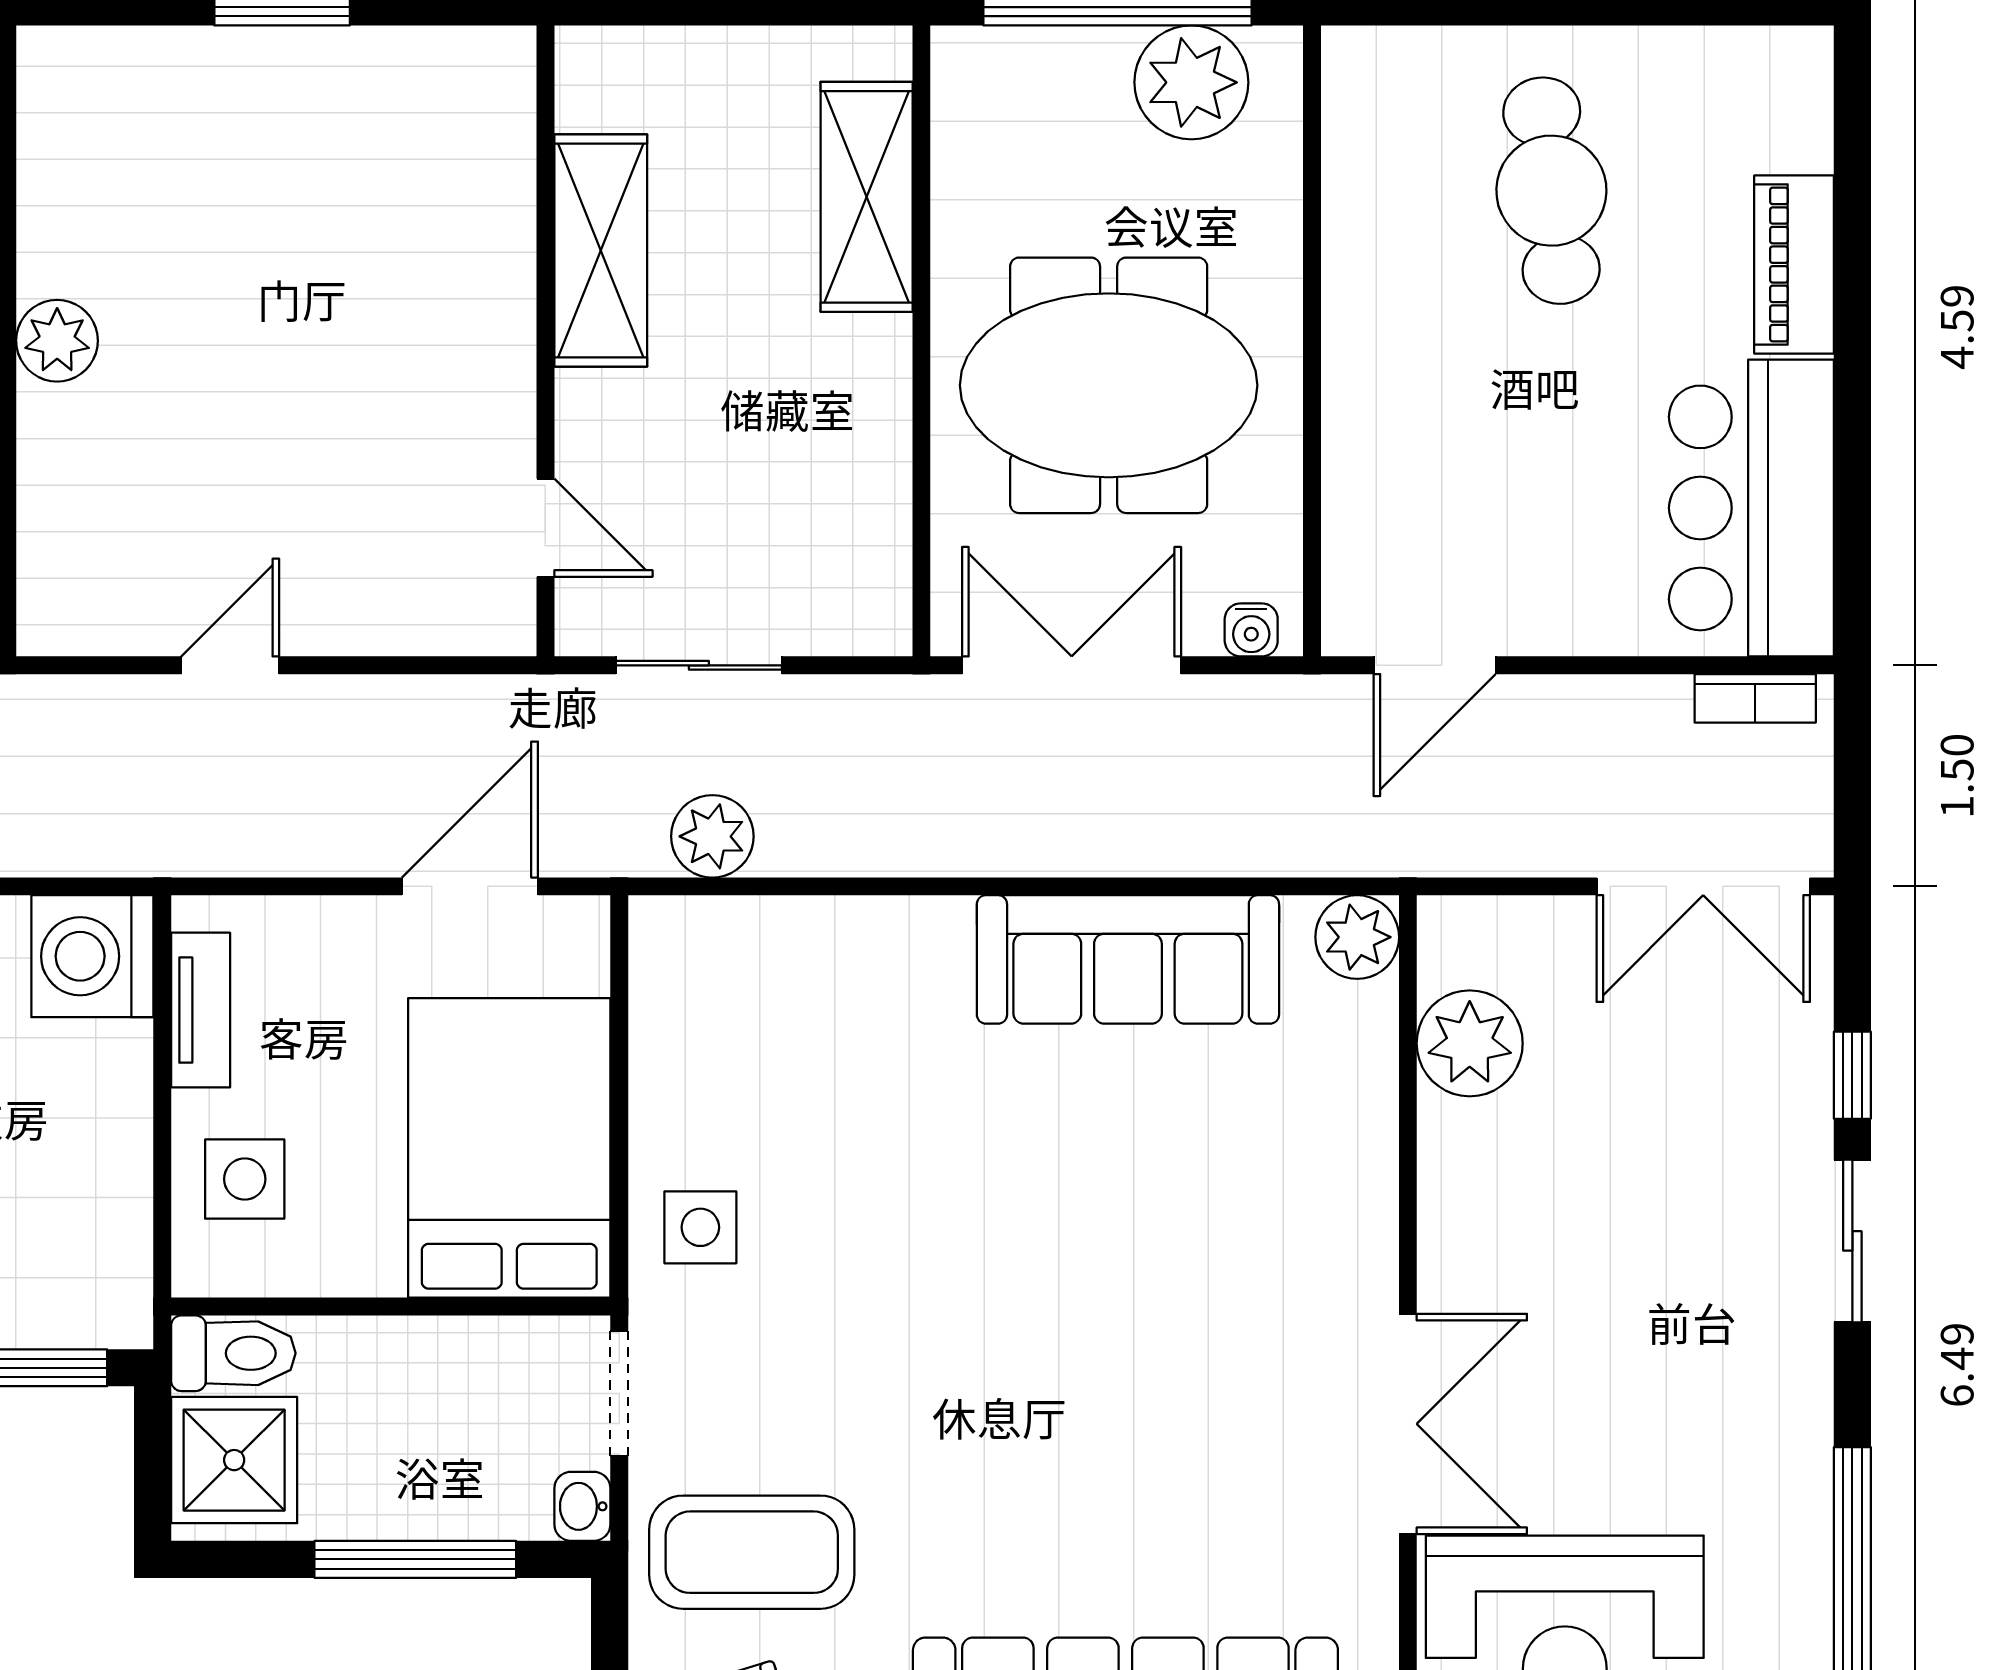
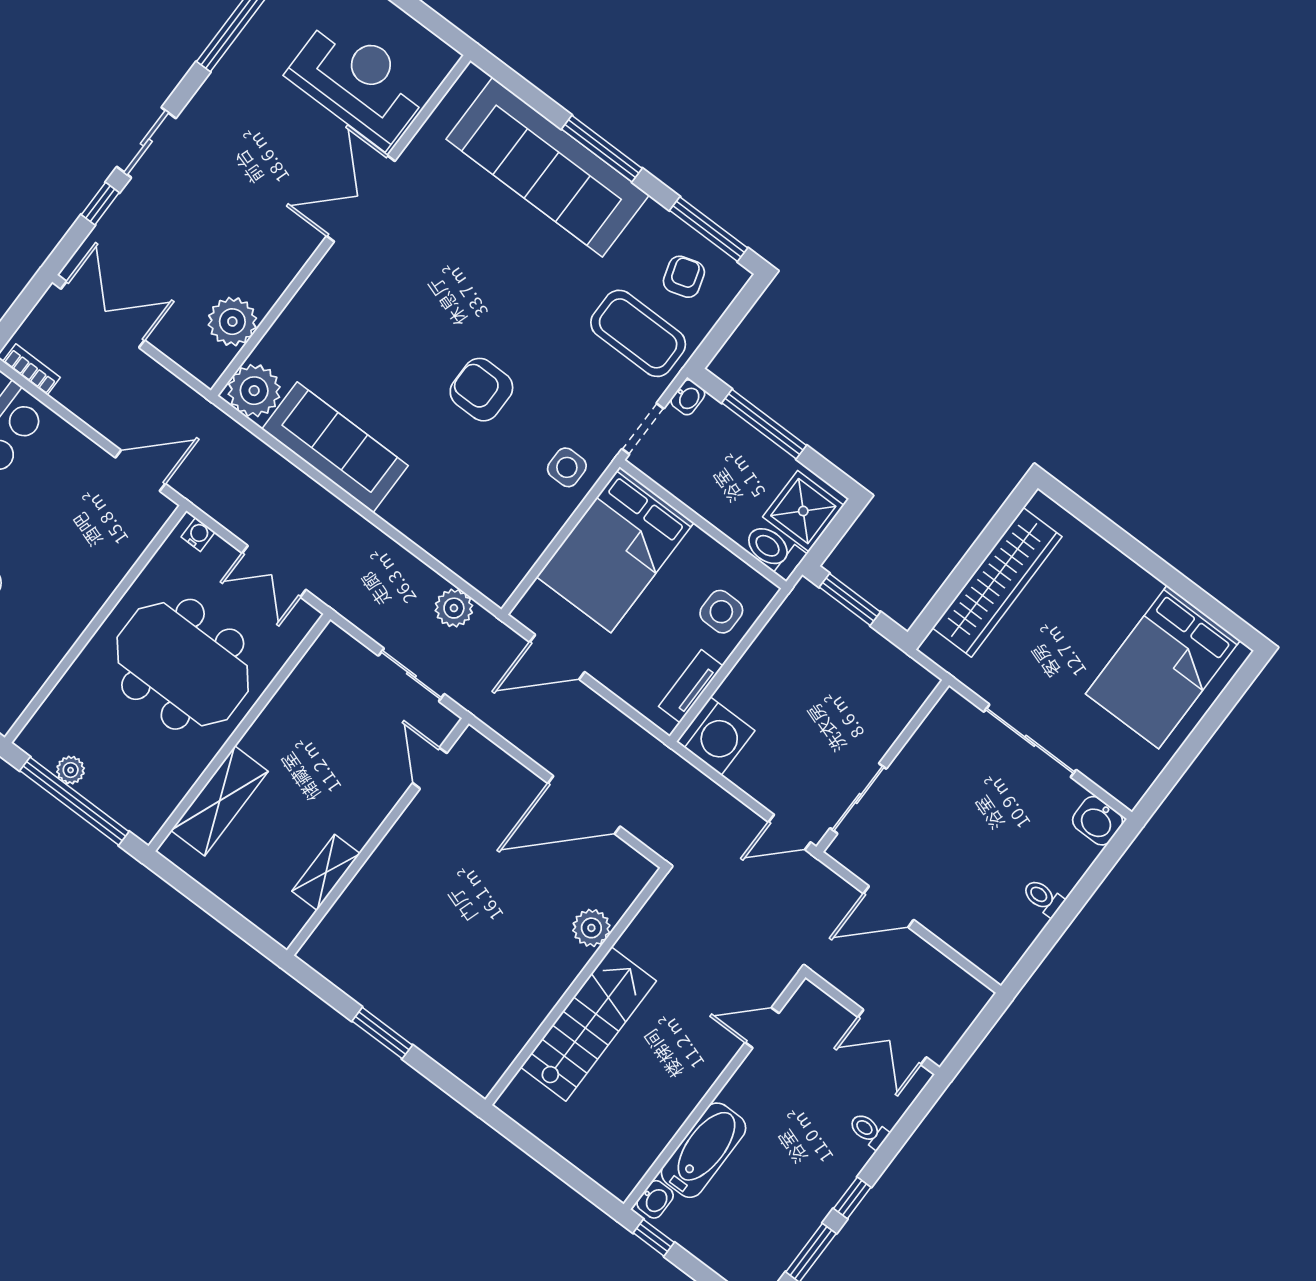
plant: (1191, 82) -> (71, 770), width x0.53, depth x0.53
shelving: (601, 251) -> (326, 872), width x0.67, depth x0.75
plant: (57, 341) -> (591, 928), moved
door: (230, 665) -> (584, 805), width x1.87
double door: (1072, 665) -> (274, 571), width x0.73
plant: (1357, 937) -> (254, 391), width x1.36, depth x1.36
armchair: (950, 1251) -> (481, 390), added

